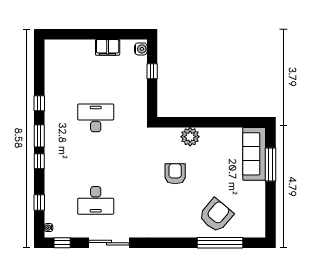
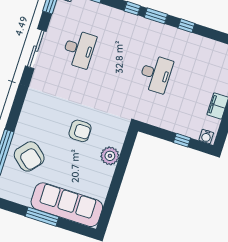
sofa: (254, 154) -> (67, 205), width x1.36, depth x1.27
window: (271, 164) -> (42, 217), moved
desk: (96, 200) -> (79, 49), turned 180

